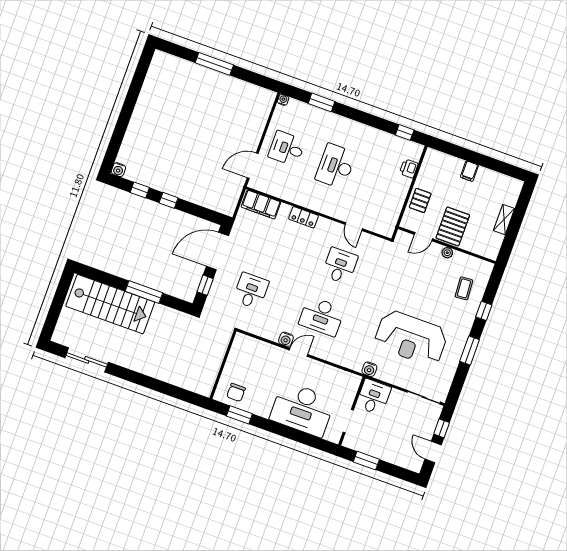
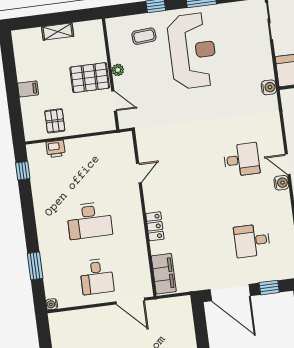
pallet: (420, 200) -> (55, 121), moved, turned 90
desk: (340, 266) -> (184, 167), removed
desk: (322, 316) -> (242, 160), width x0.73
reception desk: (411, 338) -> (193, 51), moved

